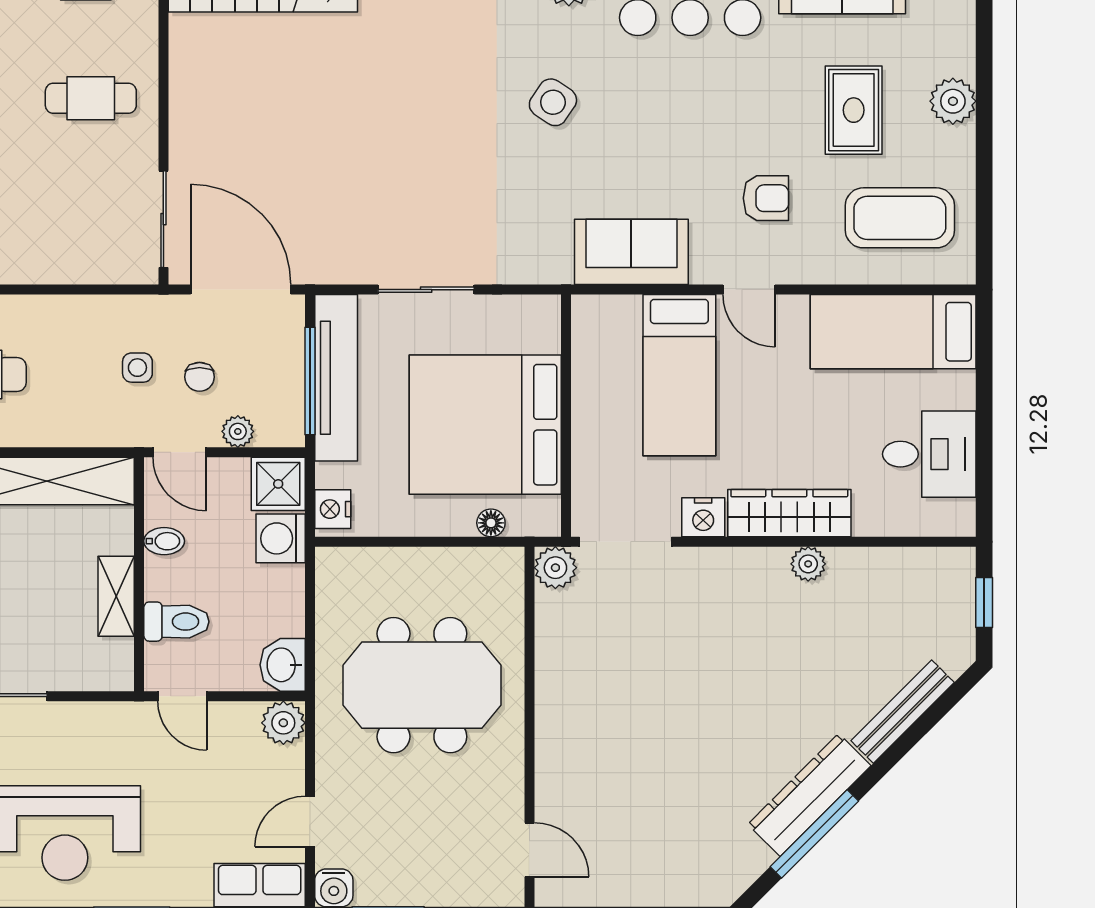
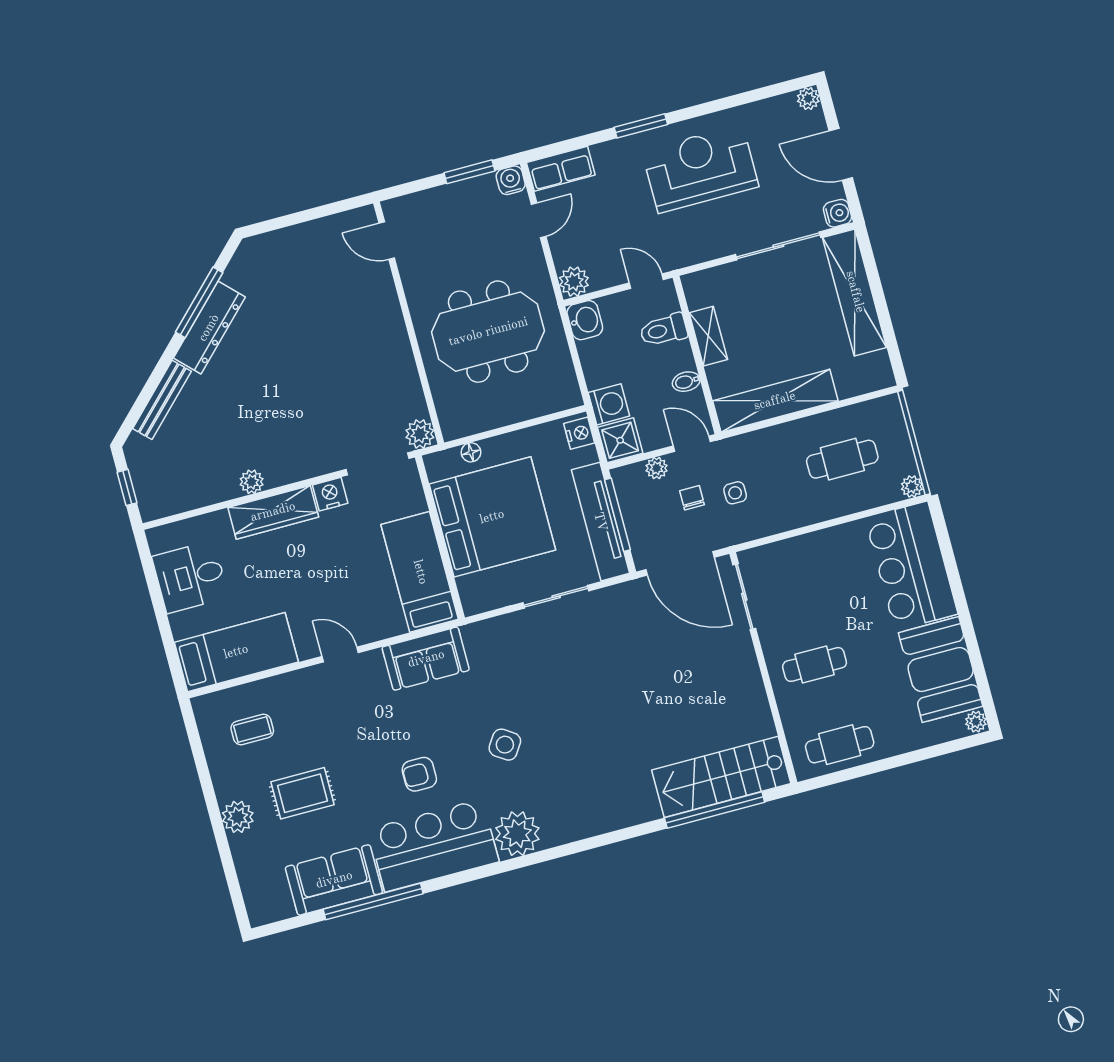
rug: (854, 110) -> (302, 793), turned 90
armchair: (766, 198) -> (419, 774), moved
coffee table: (900, 218) -> (252, 729), width x0.54, depth x0.58
bed: (679, 375) -> (420, 572), moved

